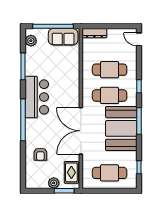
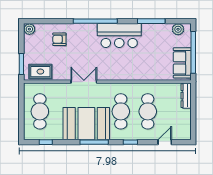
door: (139, 39) -> (165, 142), moved
double door: (81, 131) -> (84, 82), width x0.54
plant: (54, 183) -> (29, 29), moved

